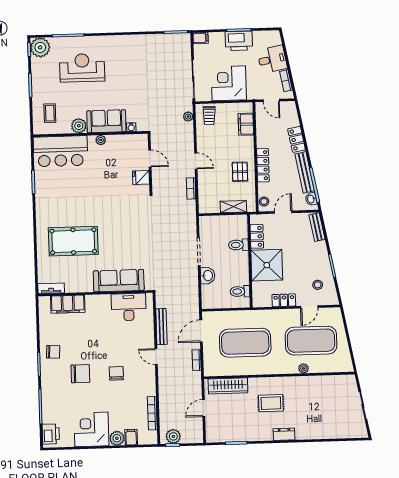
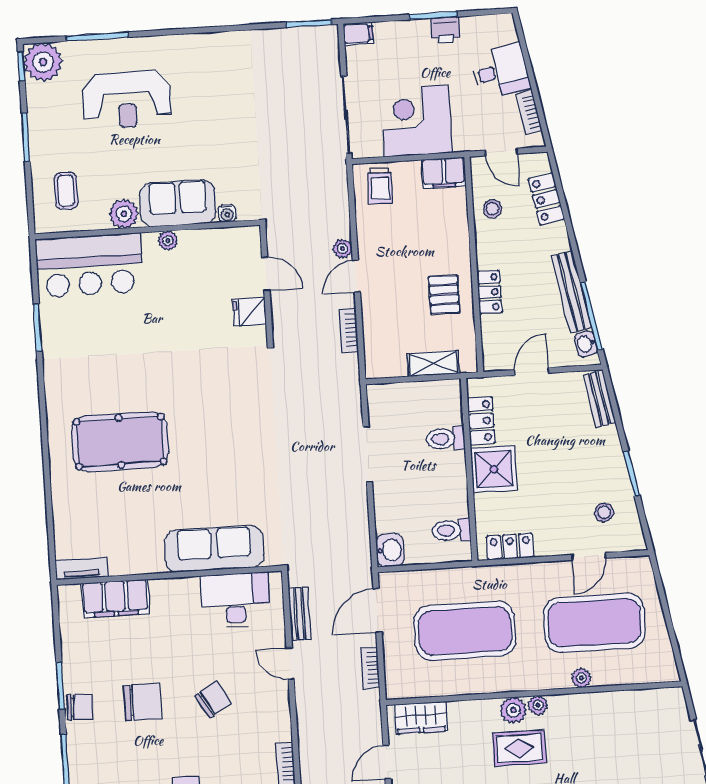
printer: (239, 41) -> (446, 30), width x0.53, depth x0.68
reception desk: (82, 68) -> (127, 100), turned 180
plant: (188, 117) -> (342, 249), moved
filing cabinet: (246, 124) -> (444, 173), moved, turned -90
locker: (297, 139) -> (546, 199), moved
door: (196, 161) -> (356, 276), swing flipped
locker: (263, 165) -> (489, 292), width x0.66
stool: (264, 201) -> (492, 209), moved
shower: (267, 265) -> (494, 469), width x0.73, depth x0.73
washbasin: (208, 276) -> (390, 550), moved
sofa: (119, 281) -> (214, 549), moved
tv unit: (51, 288) -> (81, 568), moved
wall: (95, 293) -> (169, 575), moved
locker: (284, 300) -> (510, 547), moved
filing cabinet: (68, 304) -> (115, 598), moved
desk: (129, 307) -> (235, 600), moved
bench: (161, 327) -> (300, 614), width x0.73
chair: (53, 352) -> (80, 707), moved
chair: (116, 373) -> (213, 699), turned 59
plant: (281, 382) -> (538, 705), added
plant: (268, 384) -> (513, 710), added
wardrobe: (228, 386) -> (421, 718), width x0.67

